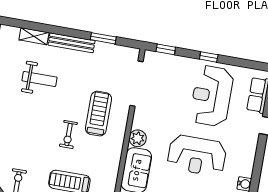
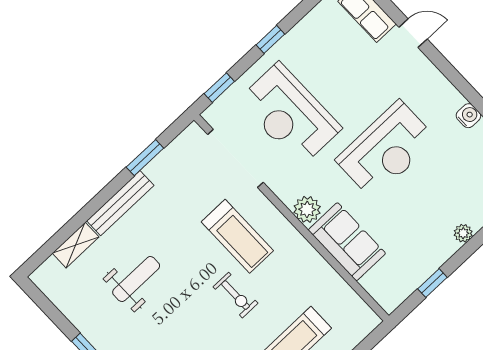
reception desk: (212, 96) -> (290, 114), moved
treadmill: (98, 114) -> (237, 236), turned 180

